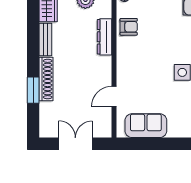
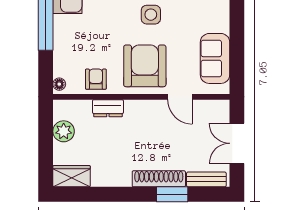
dresser: (105, 37) -> (108, 108), width x0.70
bench: (45, 40) -> (206, 179), moved
armchair: (140, 67) -> (145, 66), added

